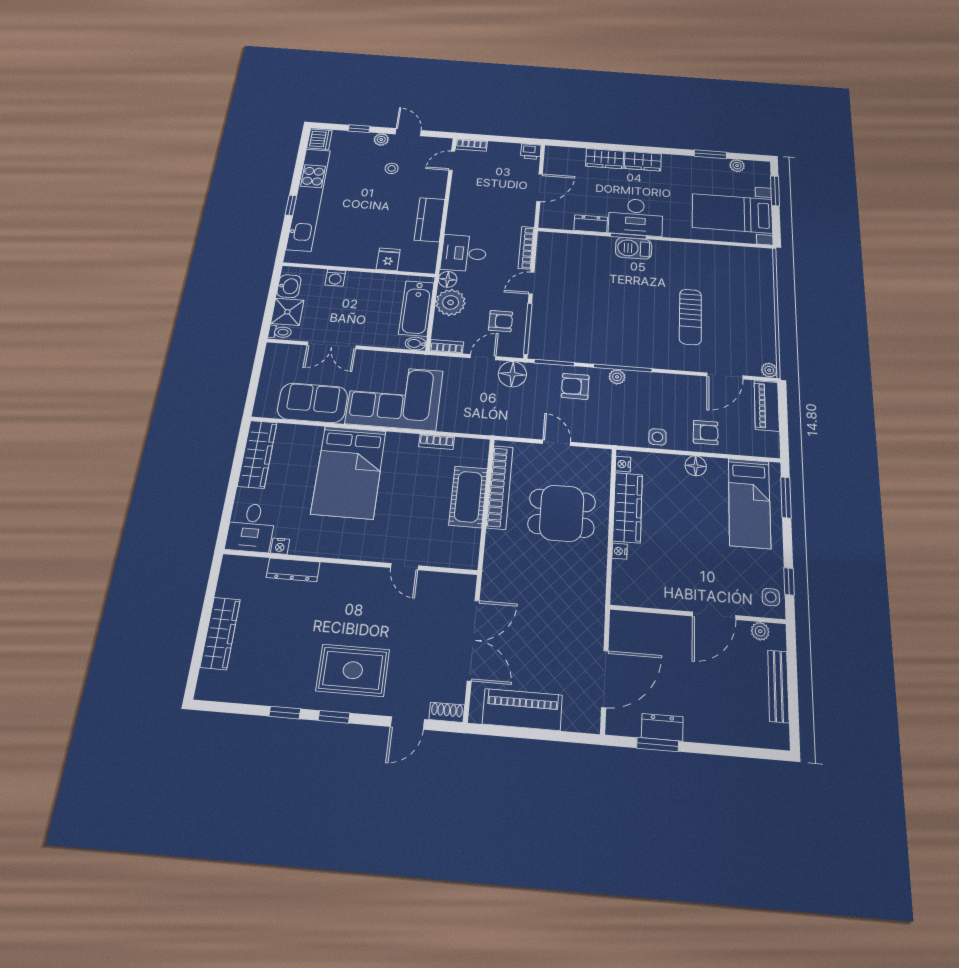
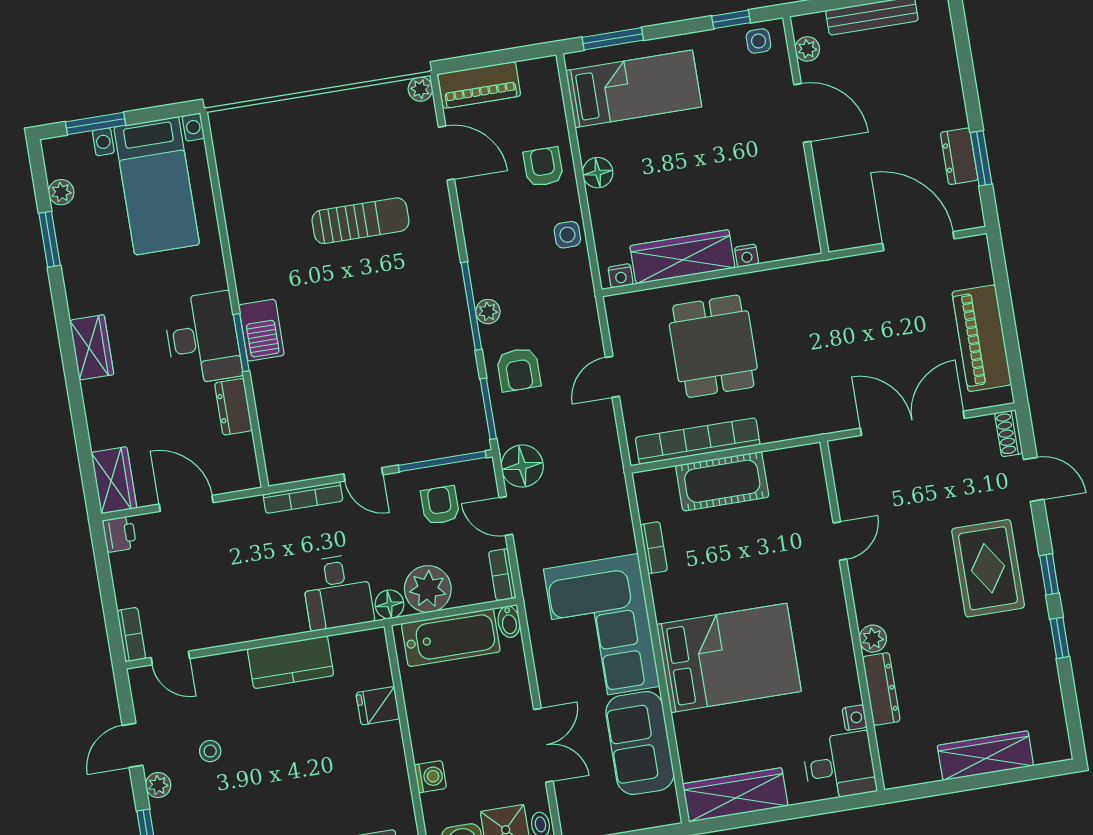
wardrobe: (605, 159) -> (114, 480), moved
plant: (330, 573) -> (873, 639), added

